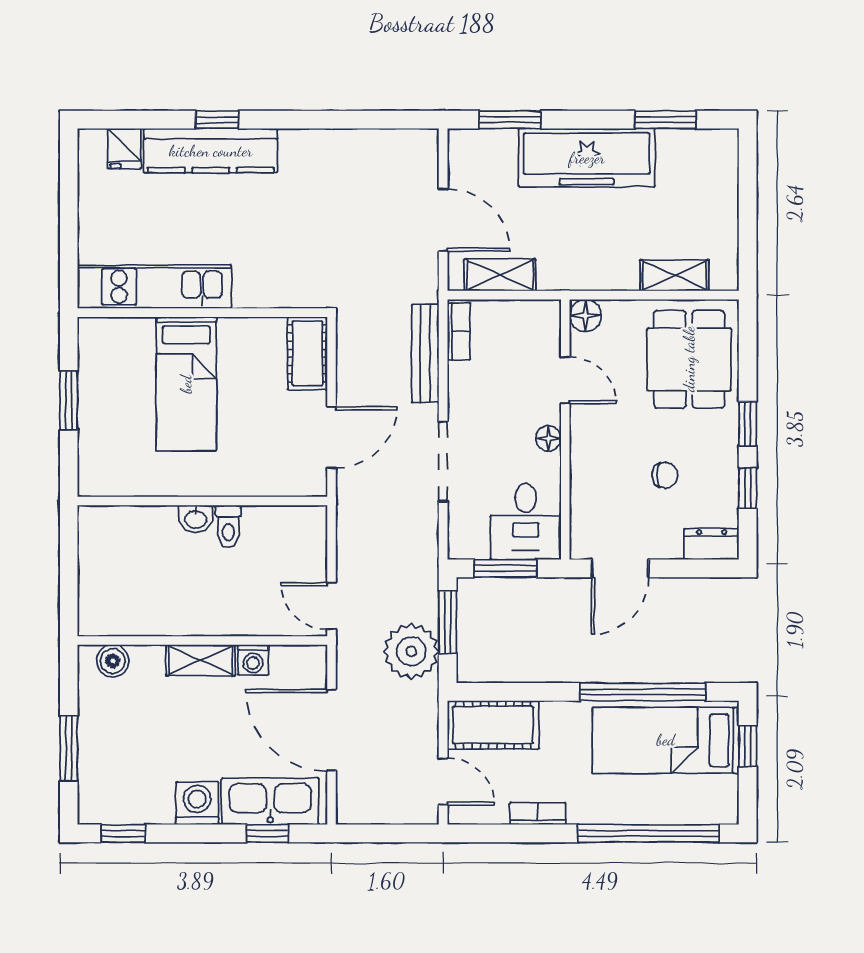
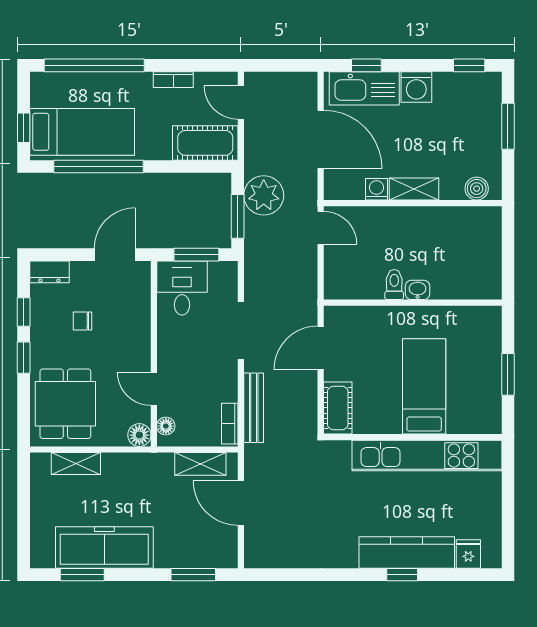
freezer: (587, 158) -> (104, 548), moved
kitchen unit: (154, 287) -> (427, 456), width x1.36
floor lamp: (548, 438) -> (166, 426), moved

